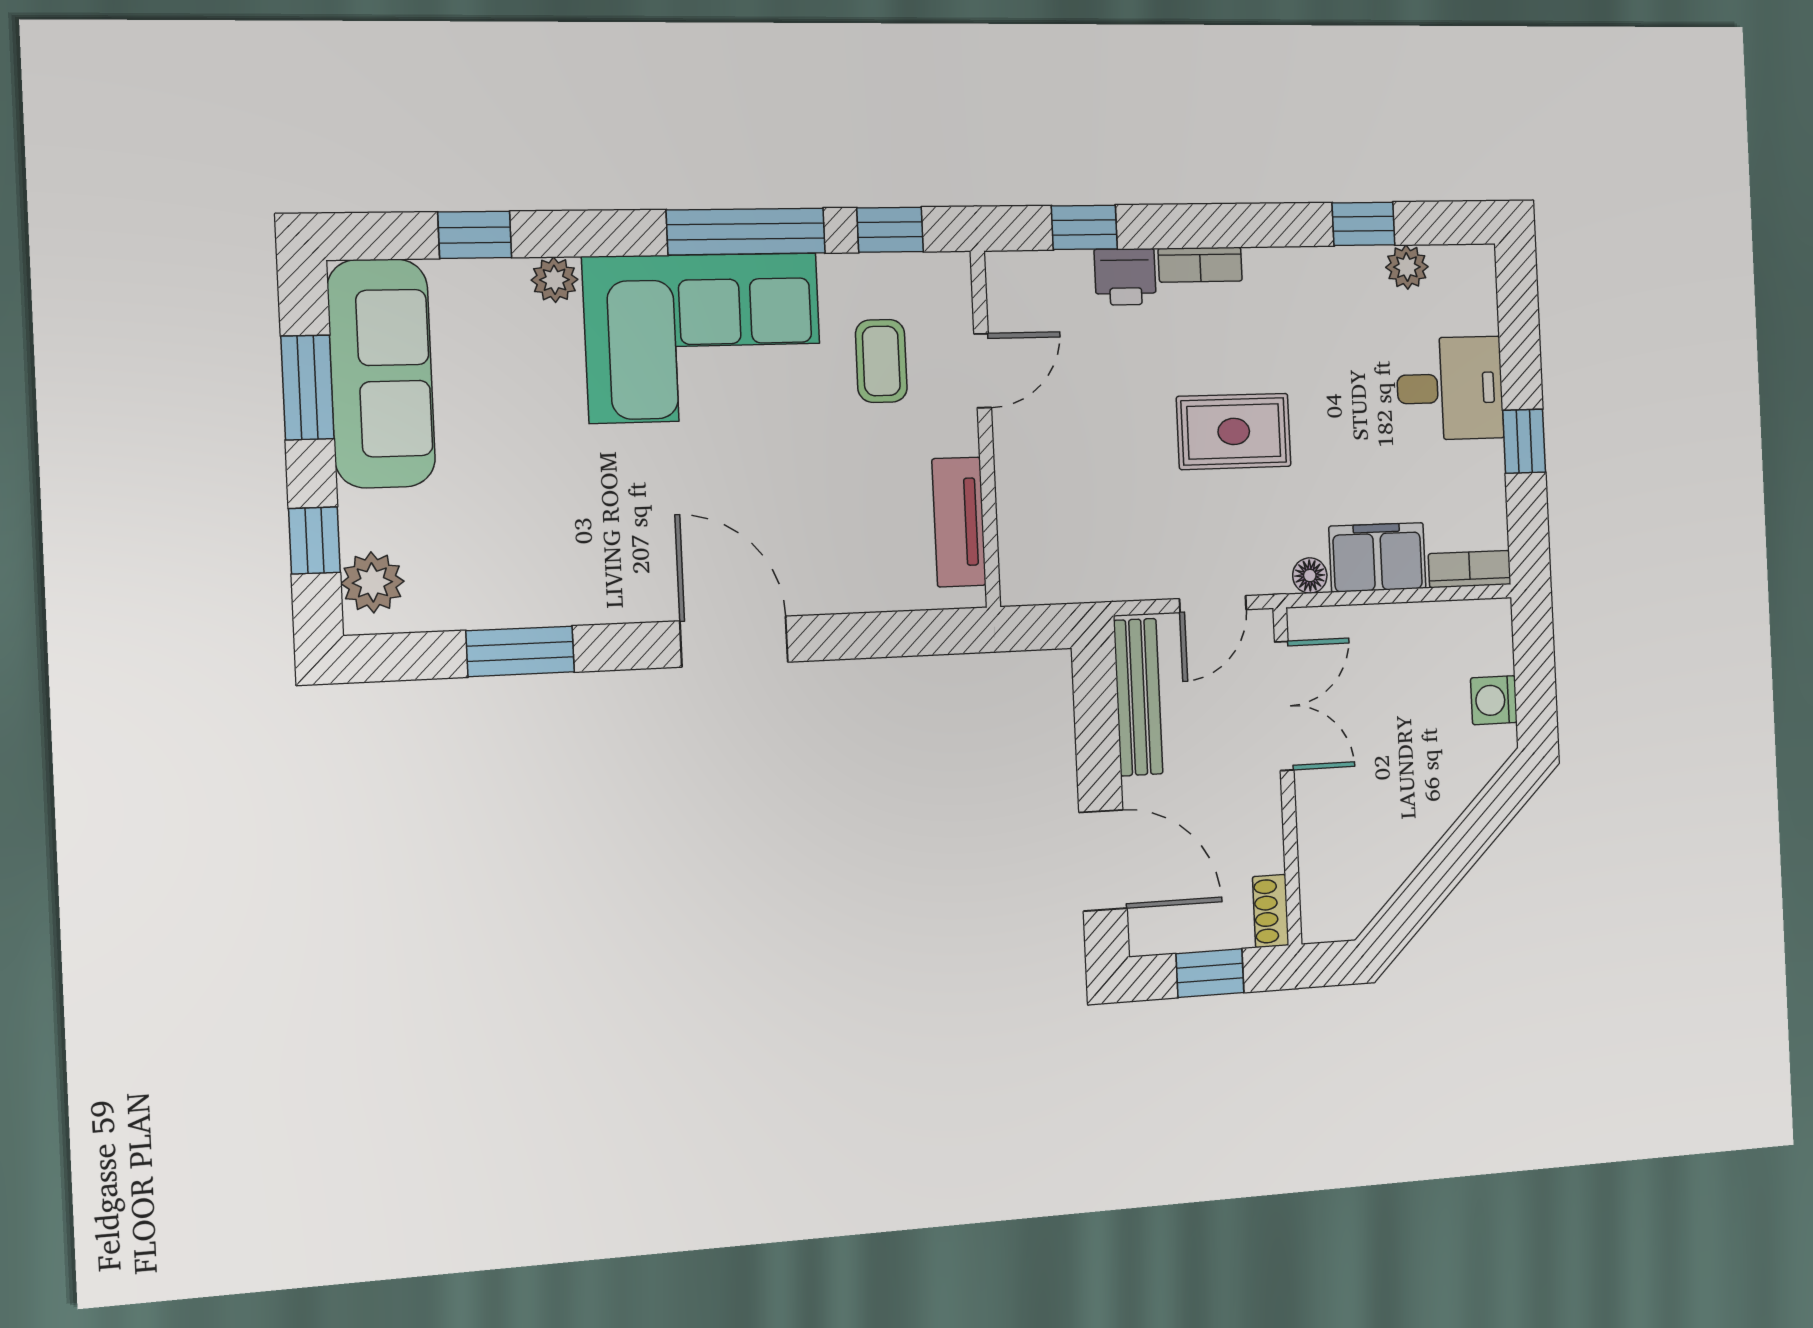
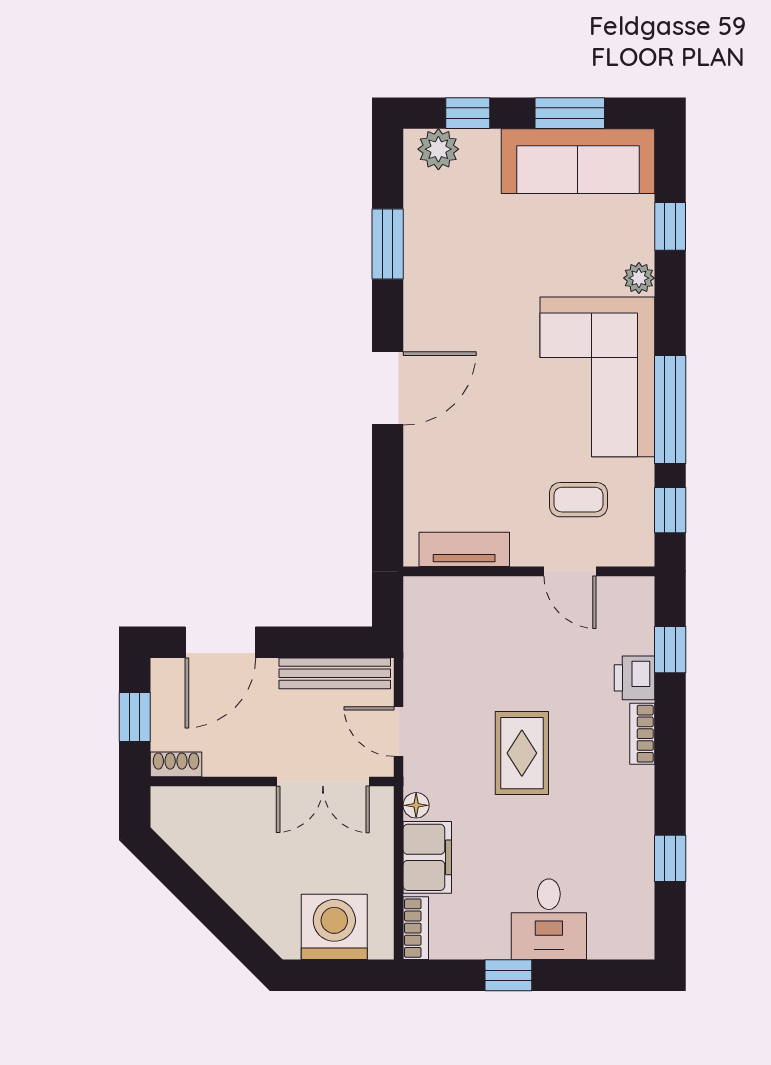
plant: (1407, 267) -> (638, 890), removed
washing machine: (1494, 700) -> (334, 927), width x1.89, depth x1.89

